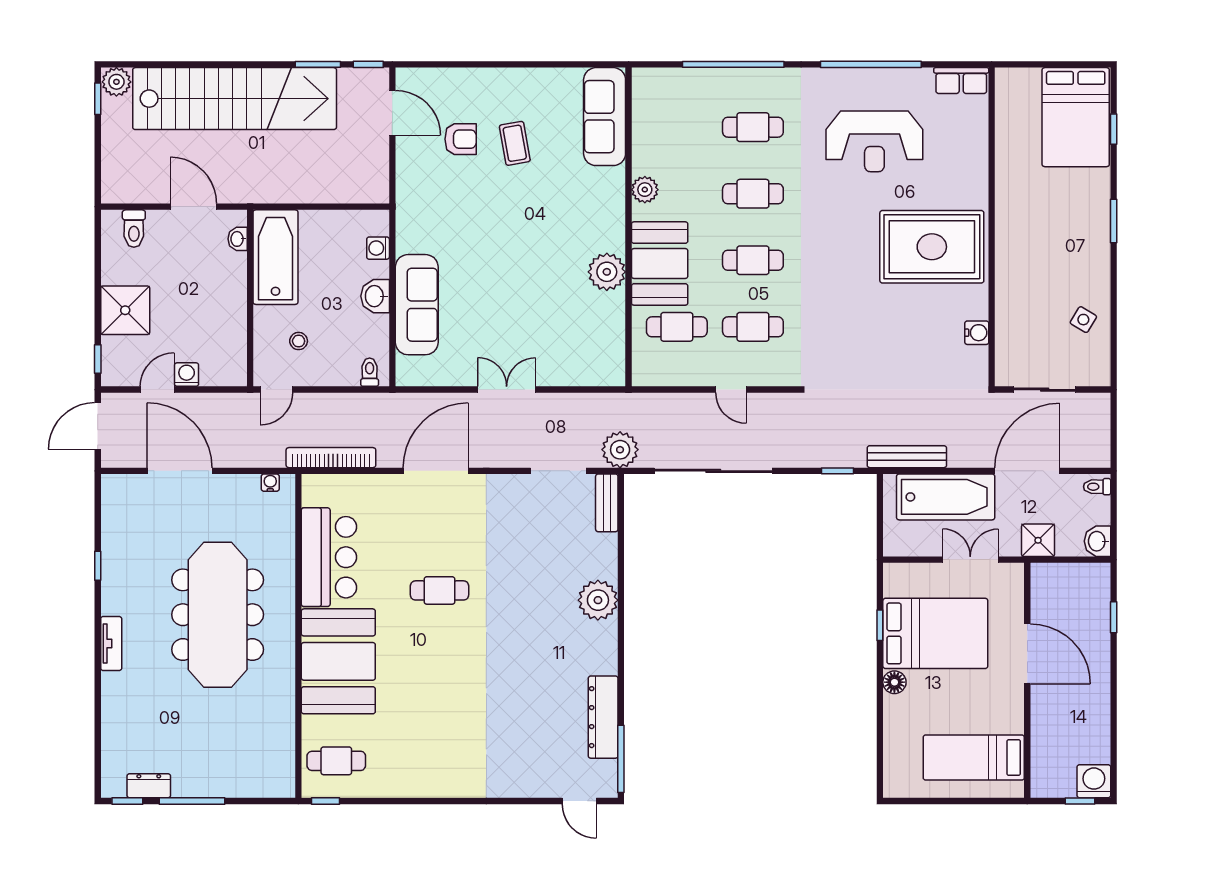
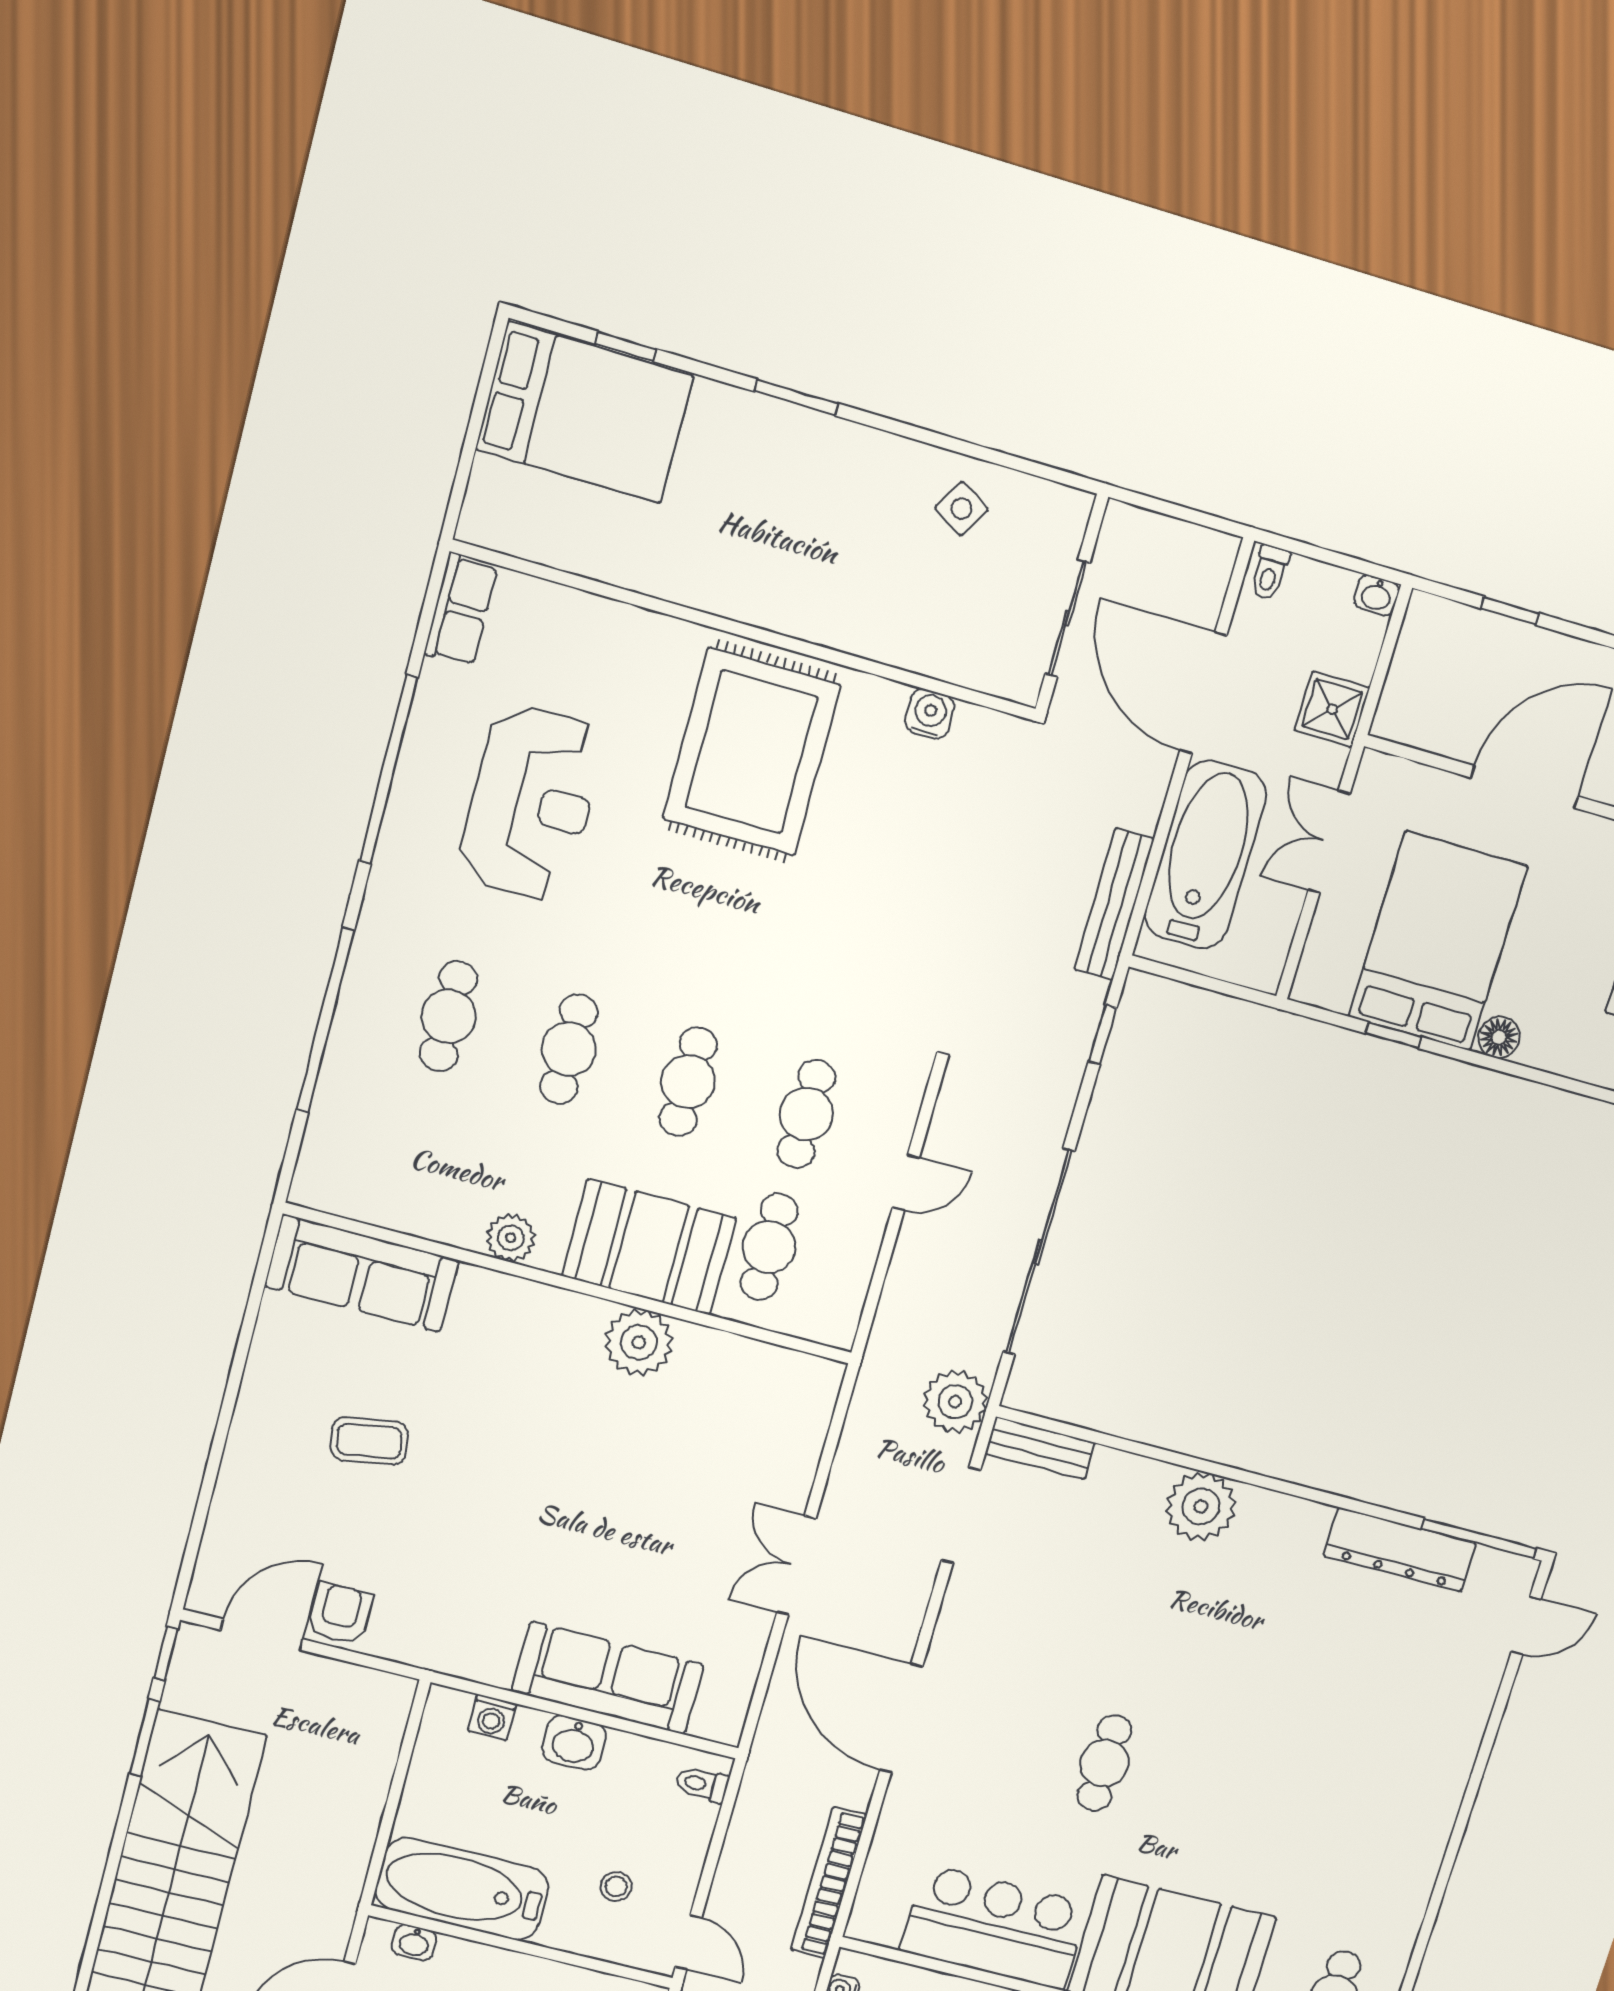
armchair: (461, 139) -> (340, 1613), moved
washbasin: (1097, 541) -> (1377, 595), width x0.72, depth x0.69

